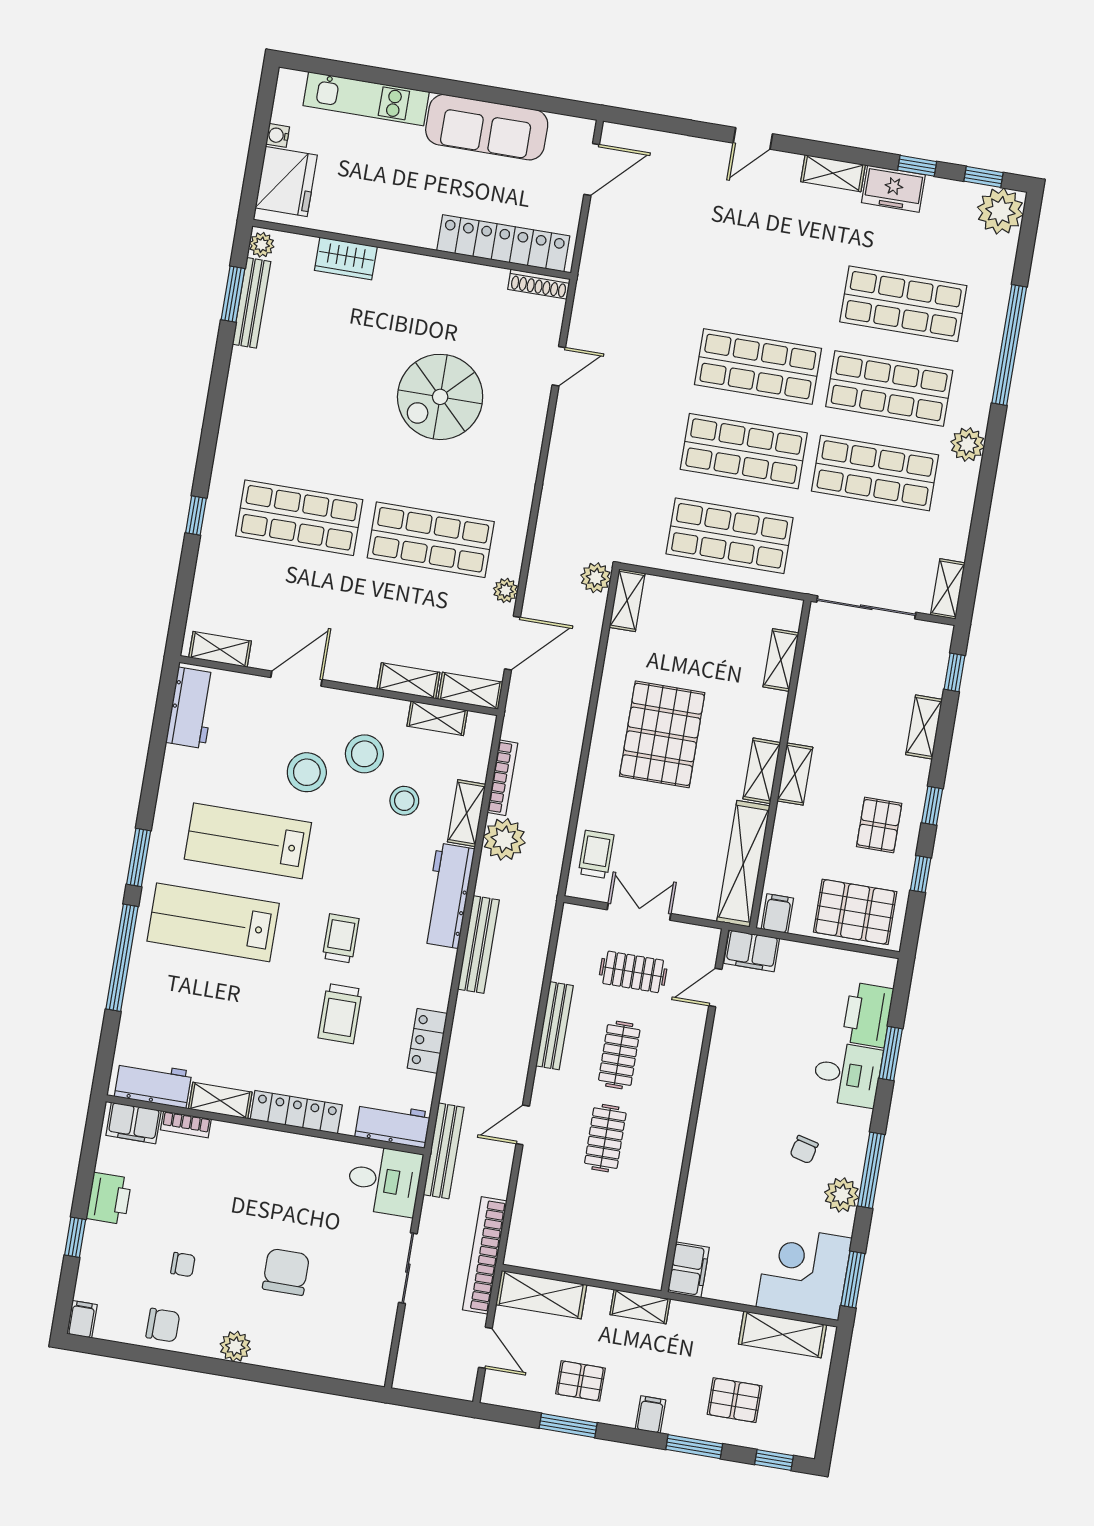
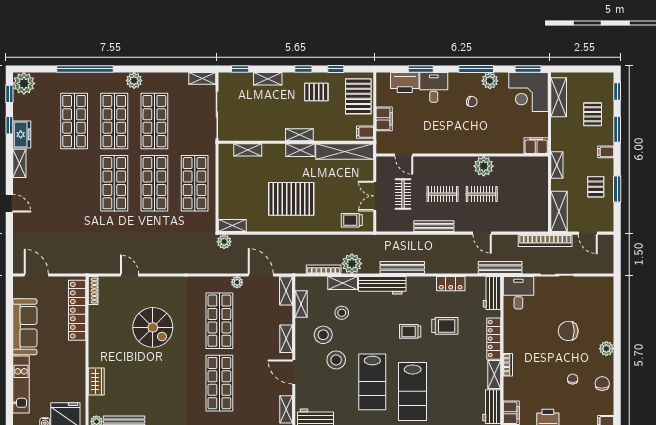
shelving: (408, 681) -> (286, 339), moved
filing cabinet: (752, 951) -> (384, 119), moved
bookcase: (186, 1124) -> (508, 365), moved
plant: (663, 1152) -> (484, 166), added
door: (485, 1348) -> (588, 233), swing flipped

